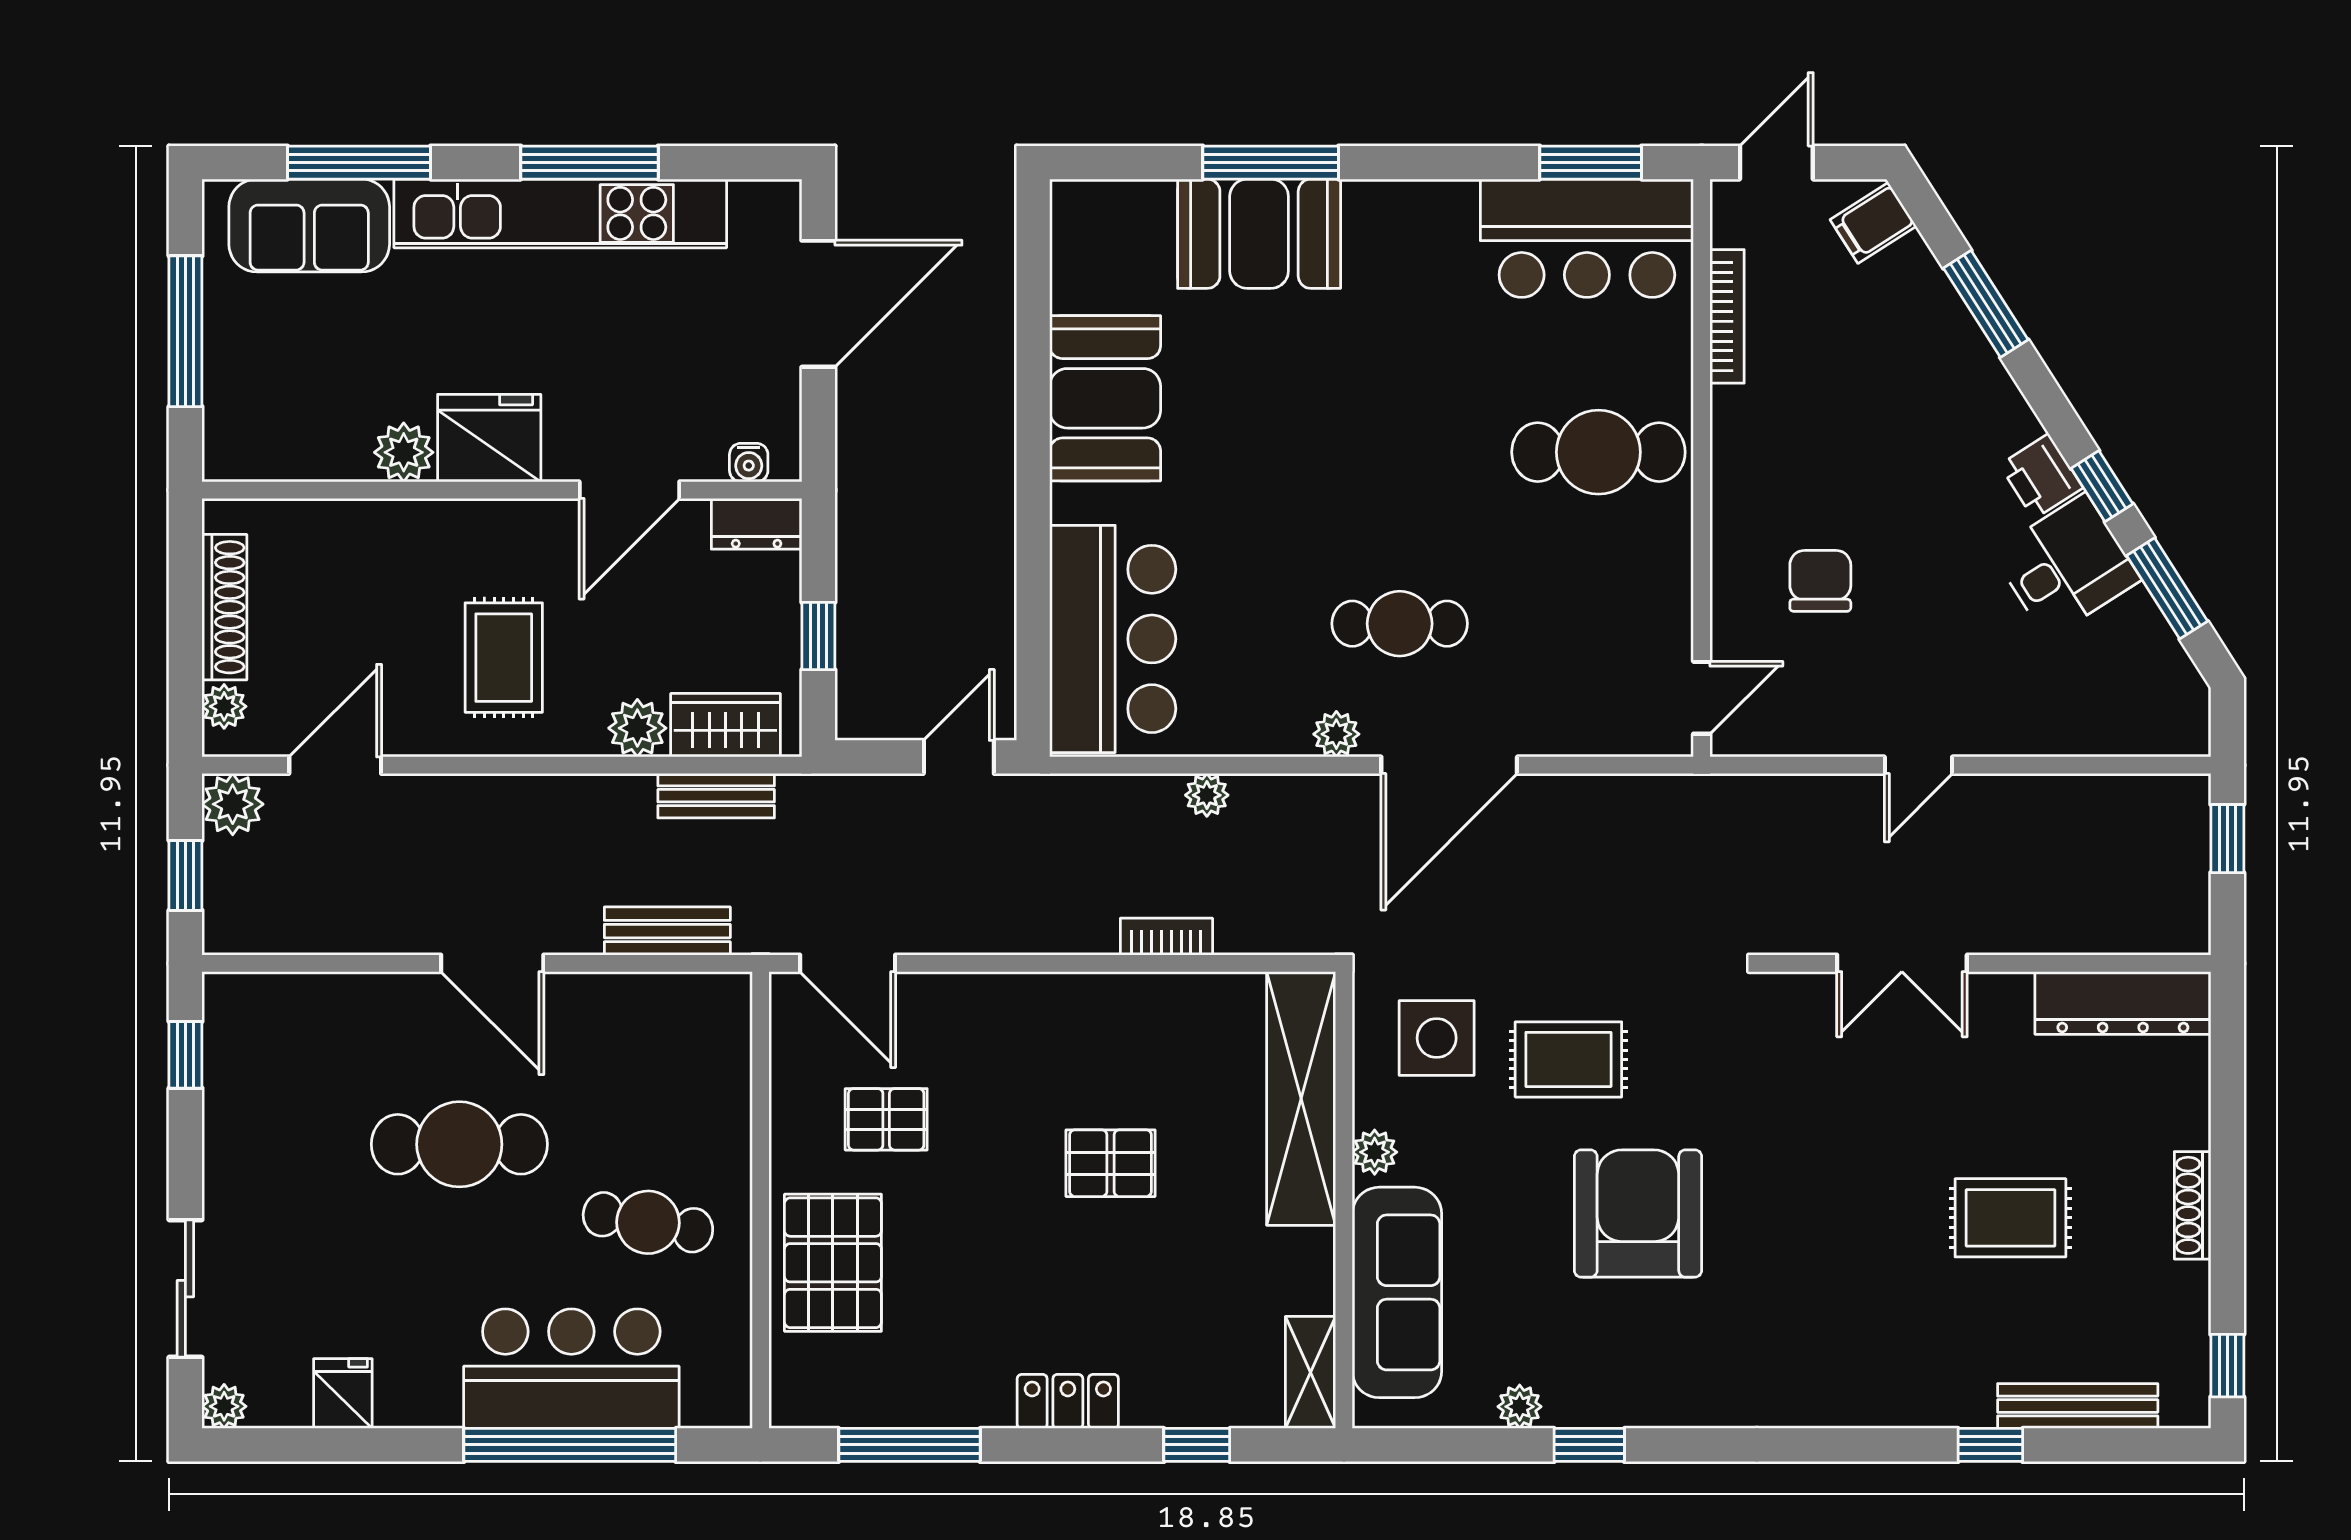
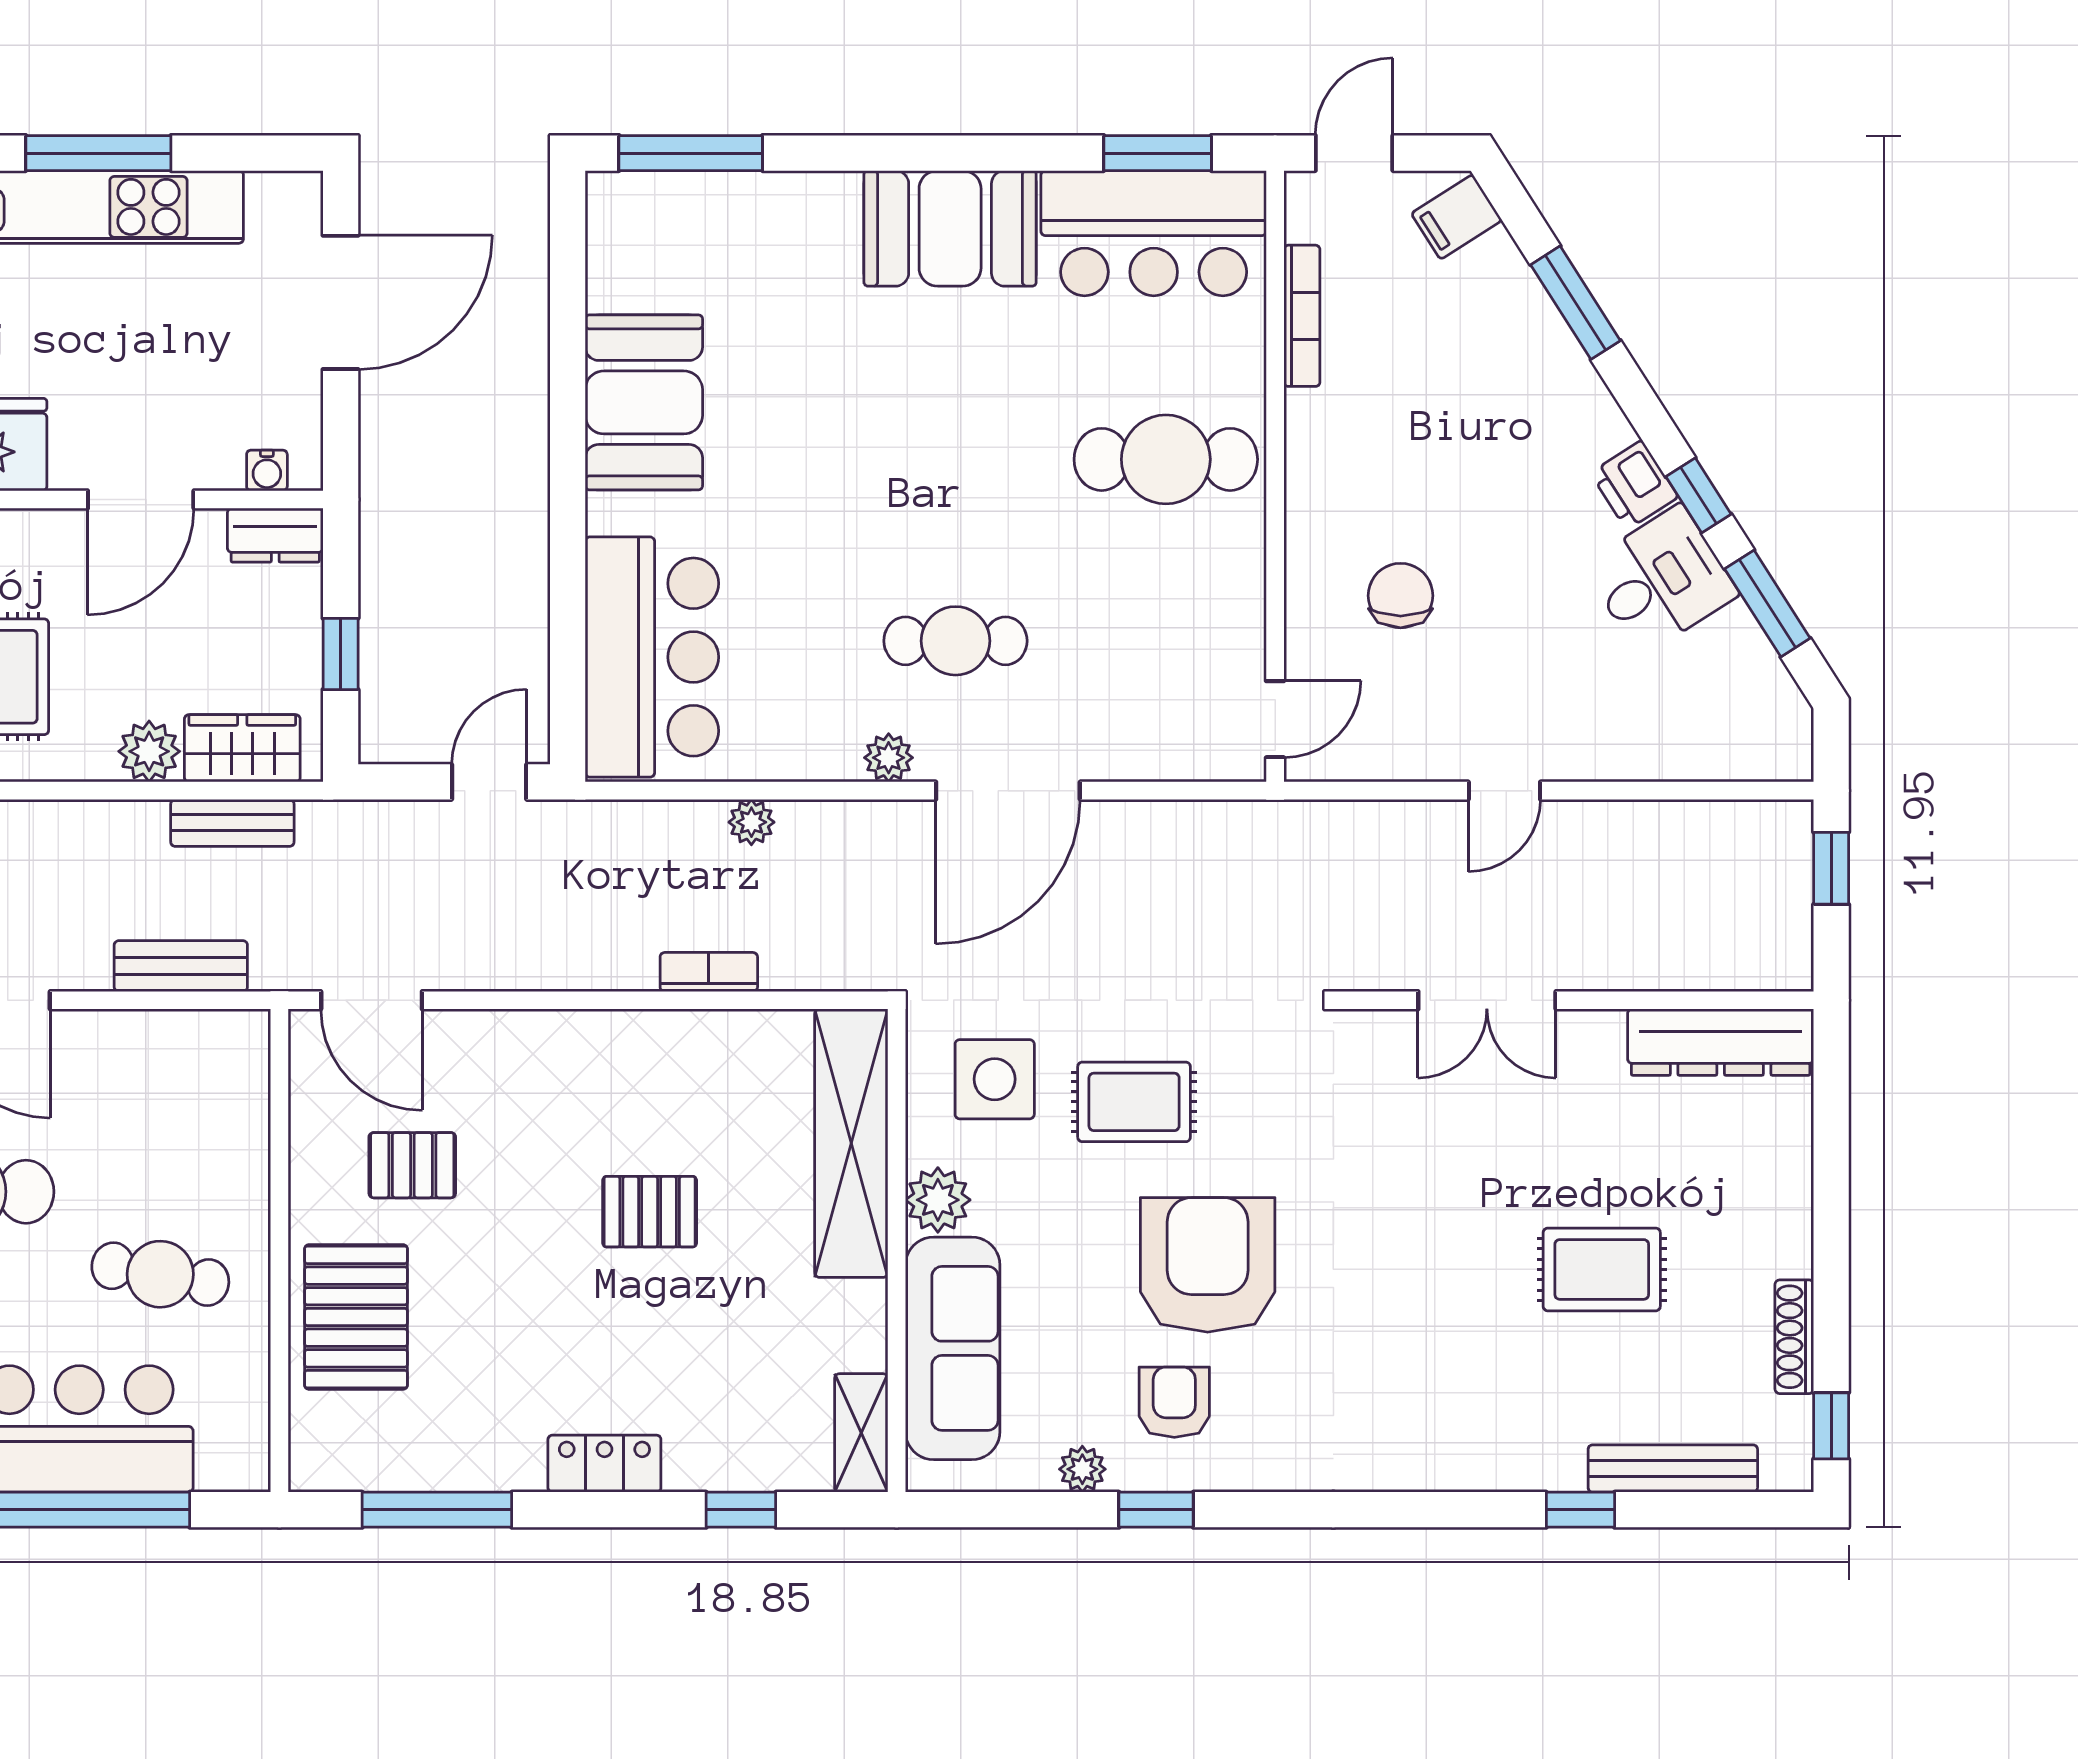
window: (1271, 163) -> (691, 153), moved
booth: (1259, 234) -> (950, 228), moved
plant: (1375, 1152) -> (938, 1200), width x1.38, depth x1.38
shoe rack: (2193, 1205) -> (1794, 1337), moved
armchair: (1606, 1343) -> (1174, 1402), added

